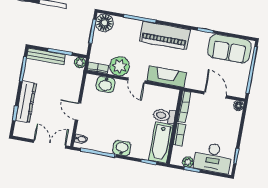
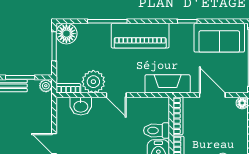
fireplace: (167, 77) -> (168, 84), moved

